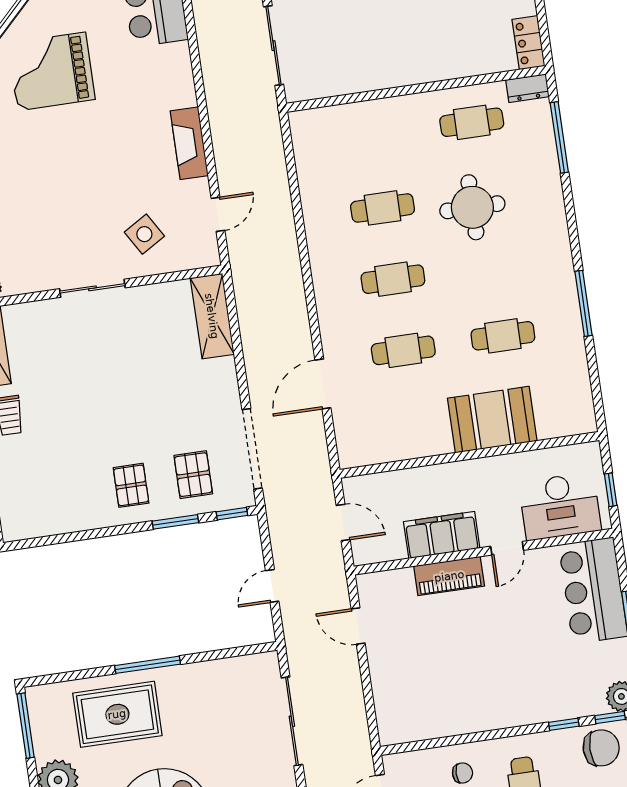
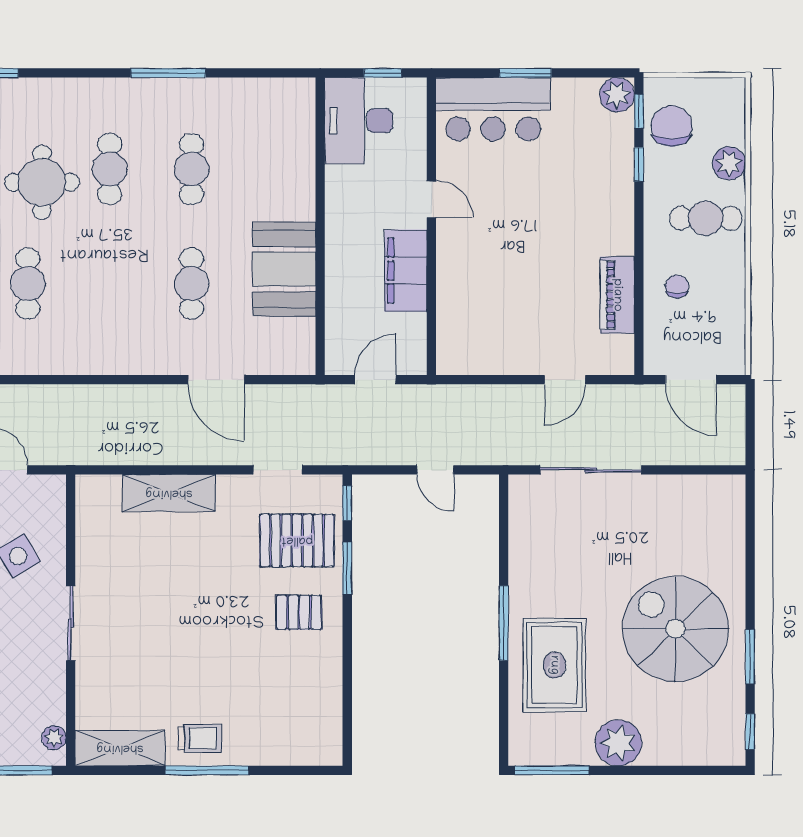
cafe table: (393, 279) -> (110, 169), moved
shelving: (212, 316) -> (169, 493), moved
booth: (492, 420) -> (284, 269), moved
doorway: (252, 449) -> (278, 470), width x0.53
pallet: (193, 475) -> (297, 540), width x1.50, depth x1.42
desk: (560, 506) -> (359, 121), moved, turned 180
piano: (449, 576) -> (617, 295), moved, turned 180
door: (358, 626) -> (565, 380), moved

